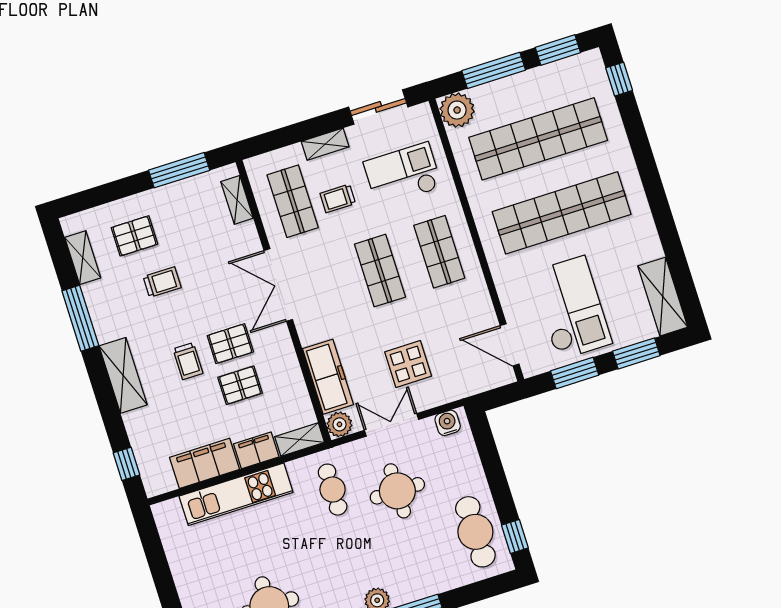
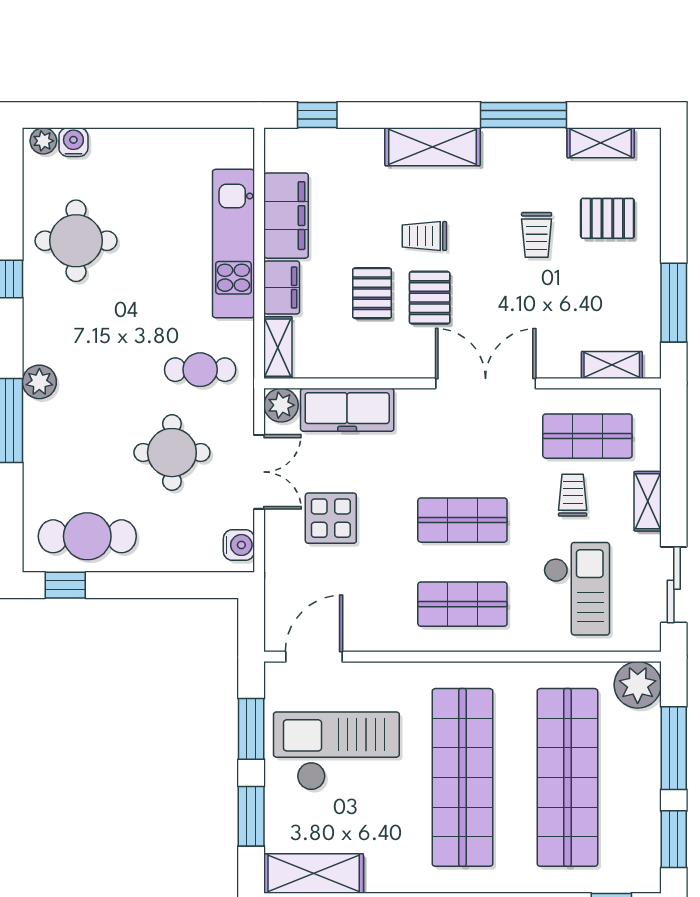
pallet: (135, 236) -> (607, 218), turned 90
checkout: (571, 308) -> (336, 751), turned 180

